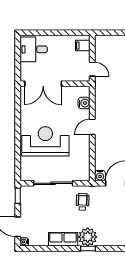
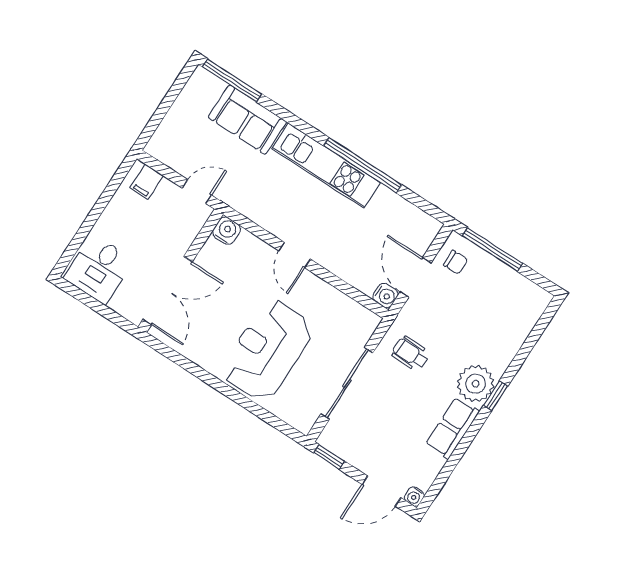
water cooler: (84, 103) -> (226, 231), moved

